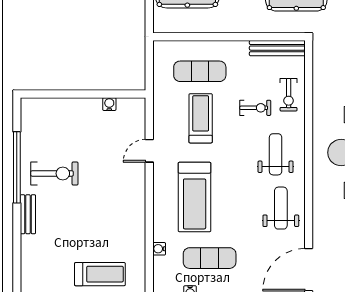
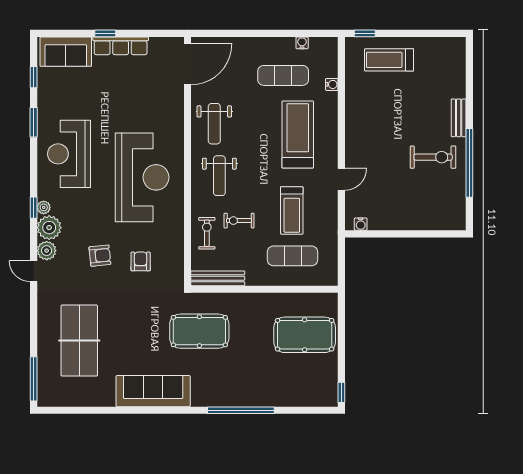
water cooler: (109, 104) -> (361, 224), moved
exercise bike: (54, 173) -> (433, 157), turned 180

